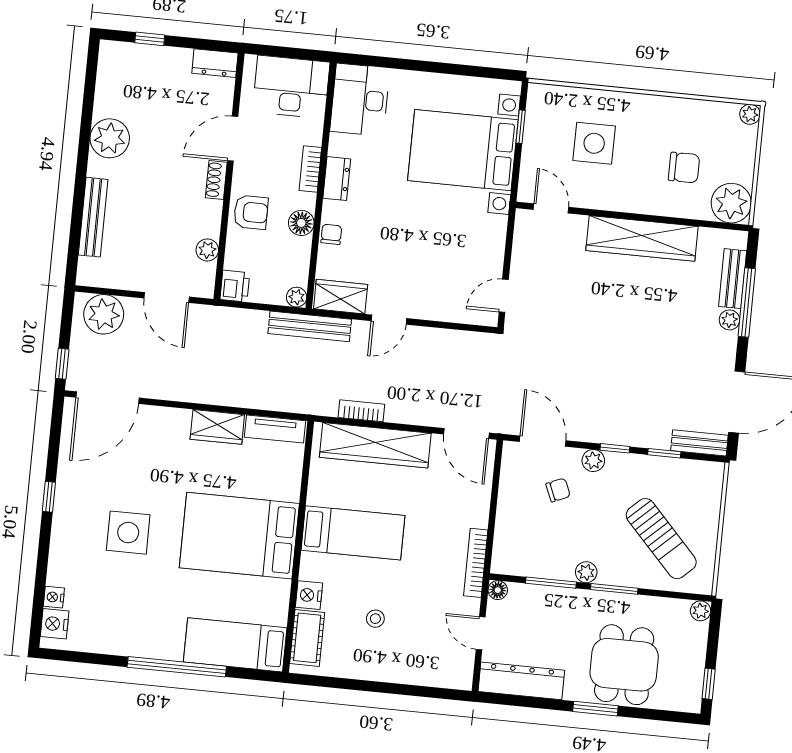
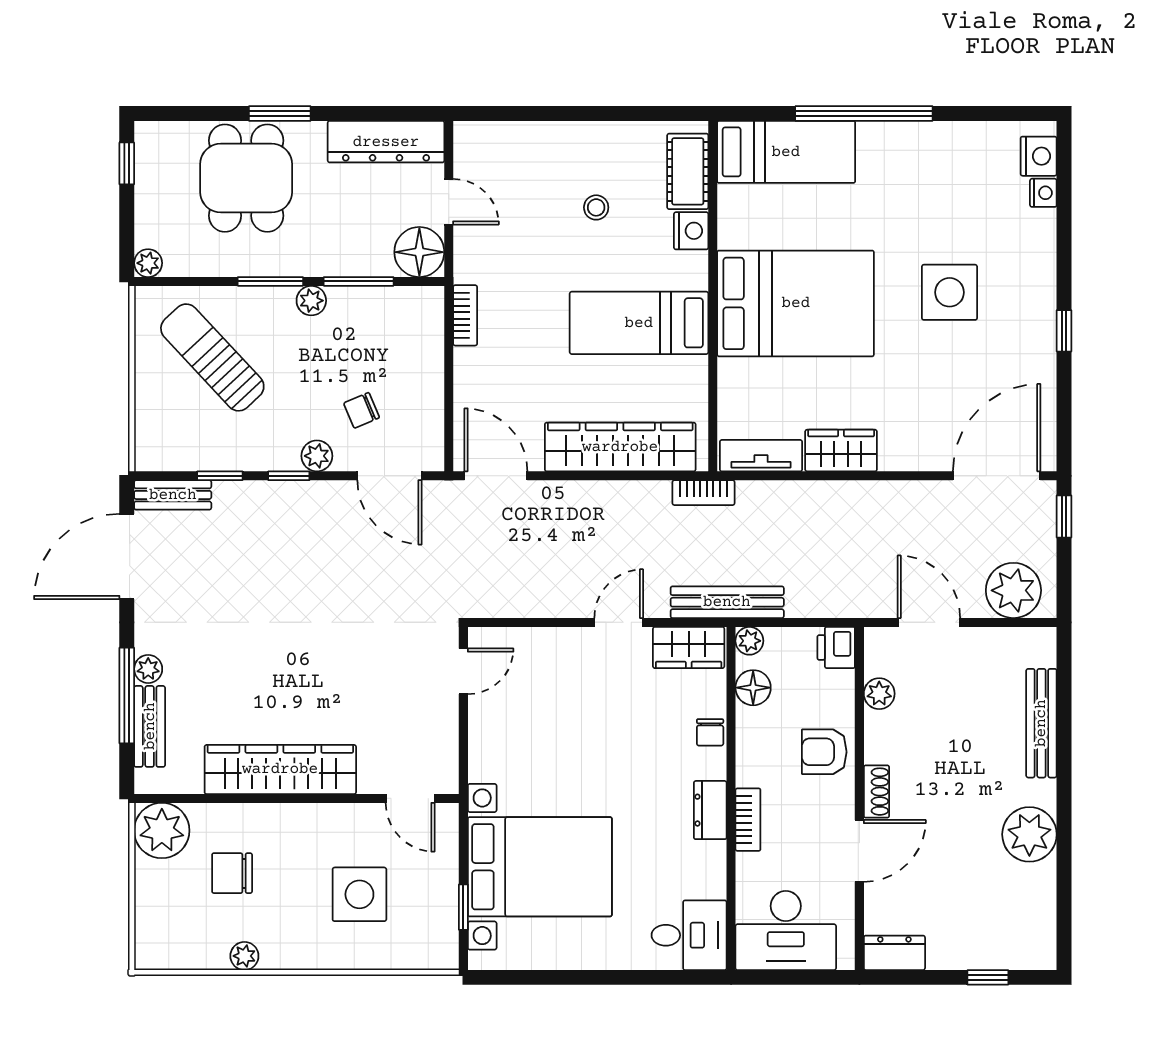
desk: (360, 100) -> (689, 935), width x0.73
plant: (750, 114) -> (244, 956), moved
floor lamp: (301, 223) -> (753, 688), moved
bookcase: (361, 411) -> (703, 493), moved
bookcase: (476, 563) -> (465, 315), width x0.64
floor lamp: (498, 590) -> (419, 252), width x1.89, depth x1.89

